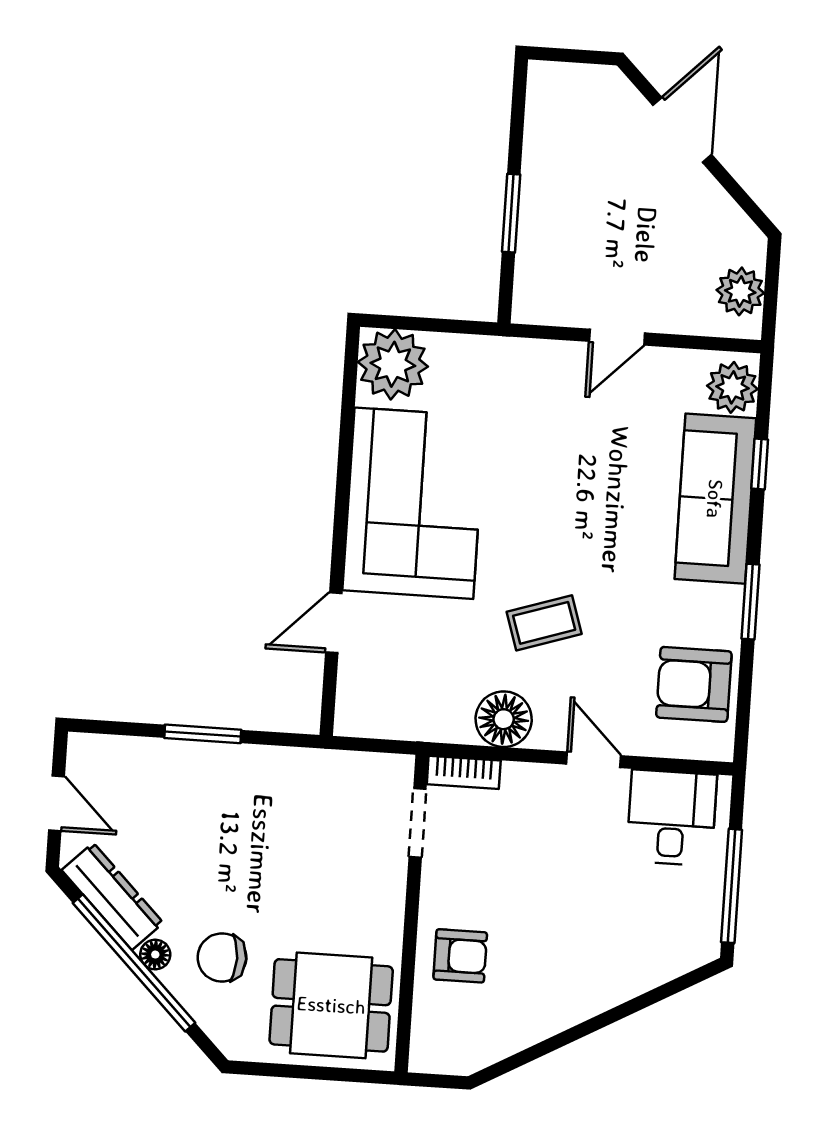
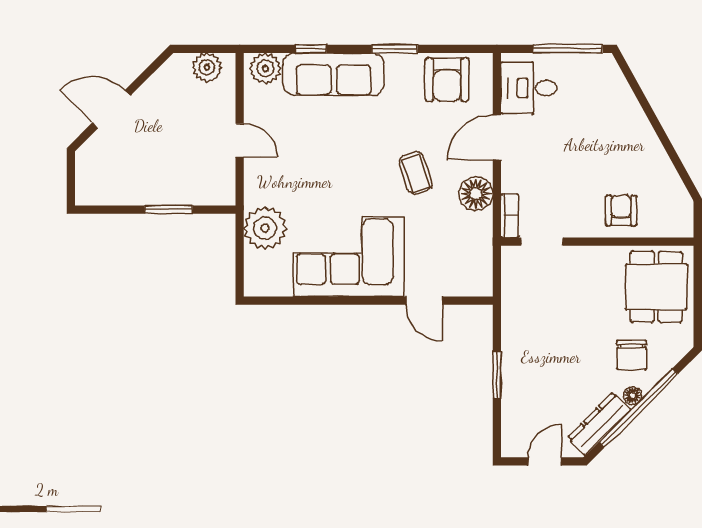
plant: (393, 364) -> (265, 228), moved
door: (594, 760) -> (497, 137), width x1.38

